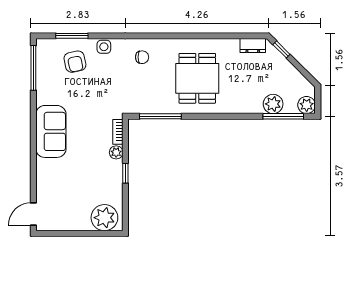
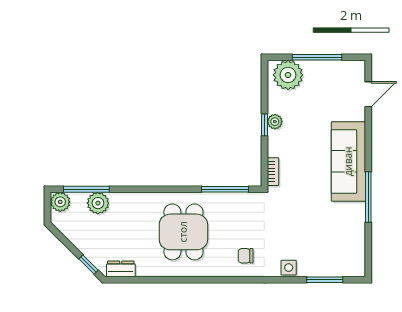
armchair: (75, 62) -> (321, 251), removed
window: (33, 68) -> (368, 197), moved
sofa: (51, 131) -> (348, 161), width x1.36
plant: (116, 152) -> (275, 122), moved
door: (33, 214) -> (368, 94), moved
window: (79, 233) -> (317, 57), added

